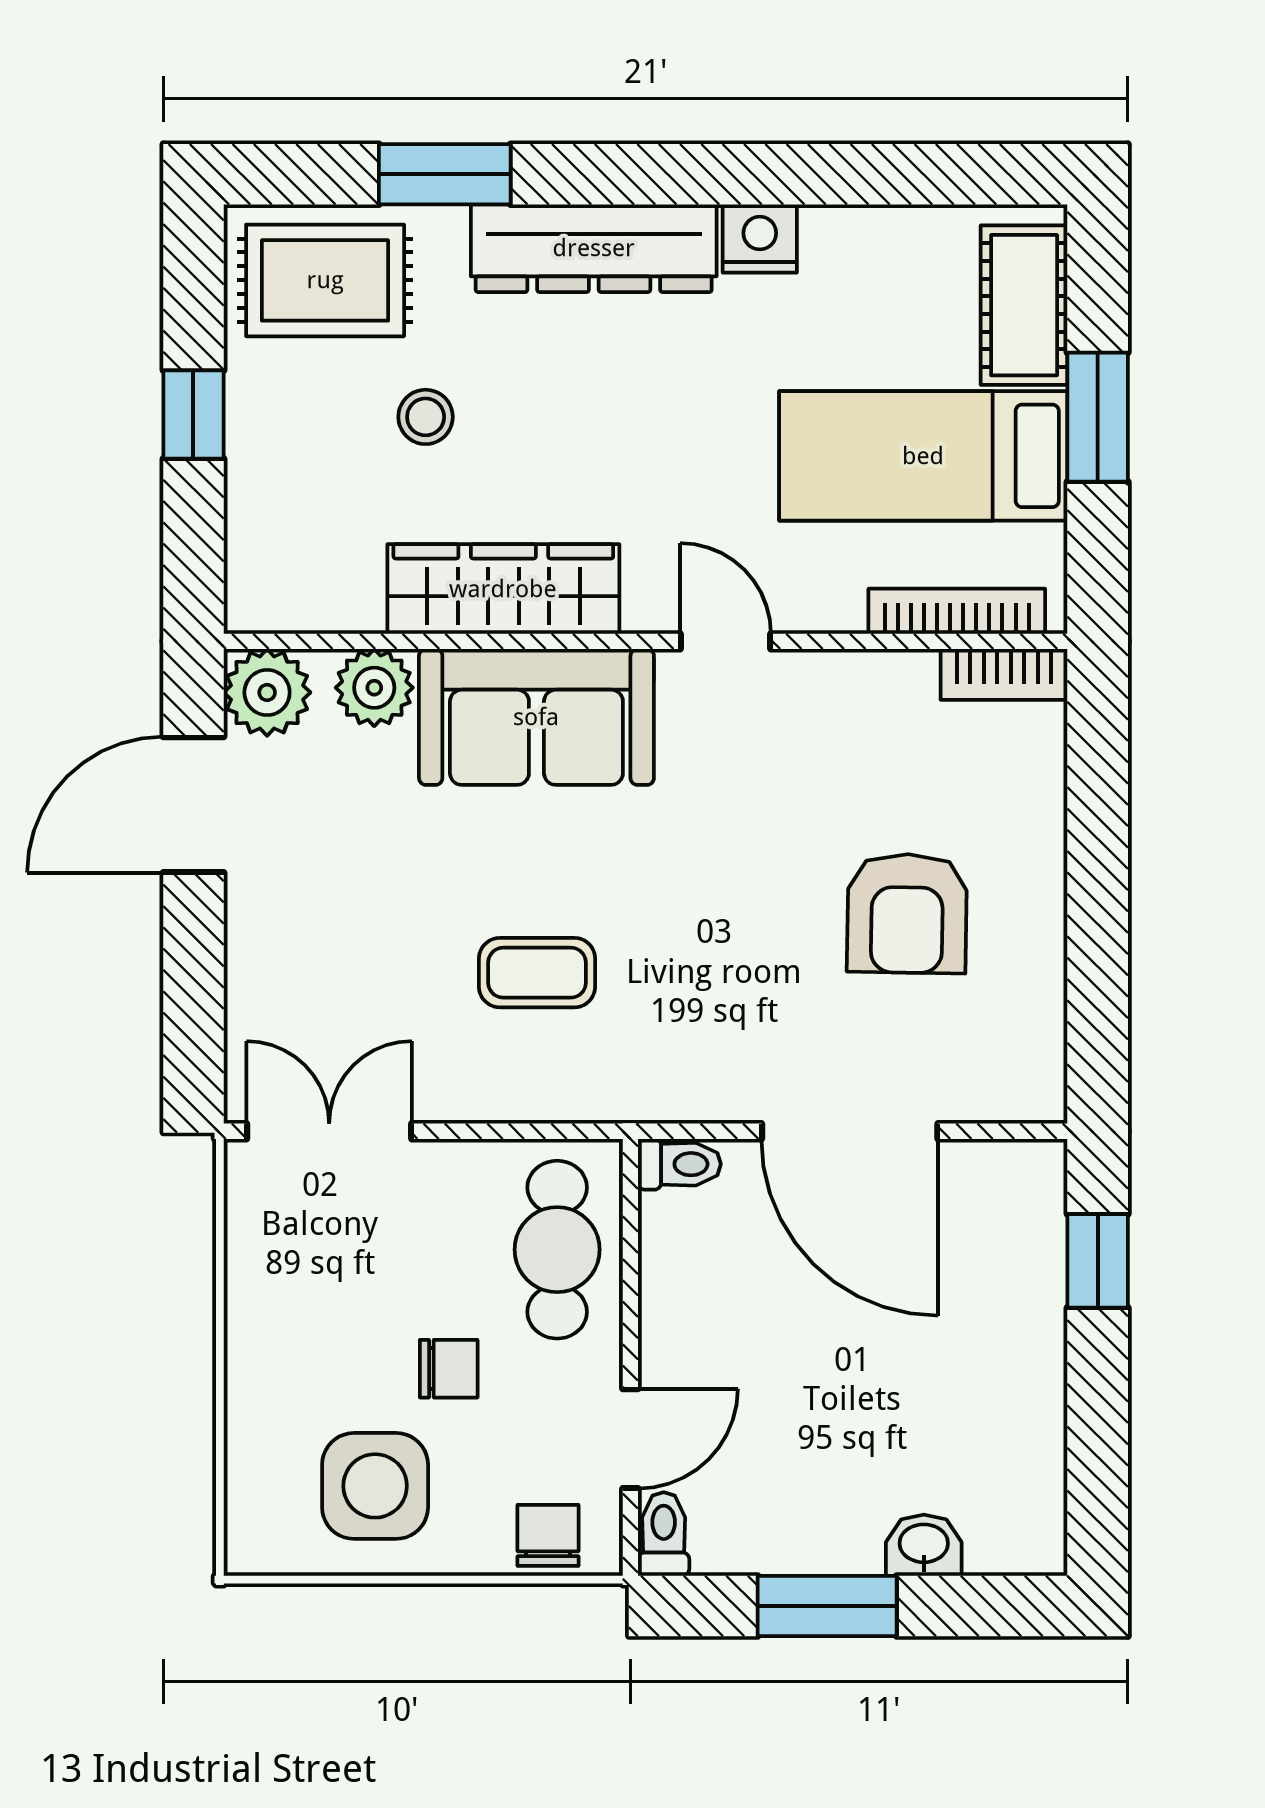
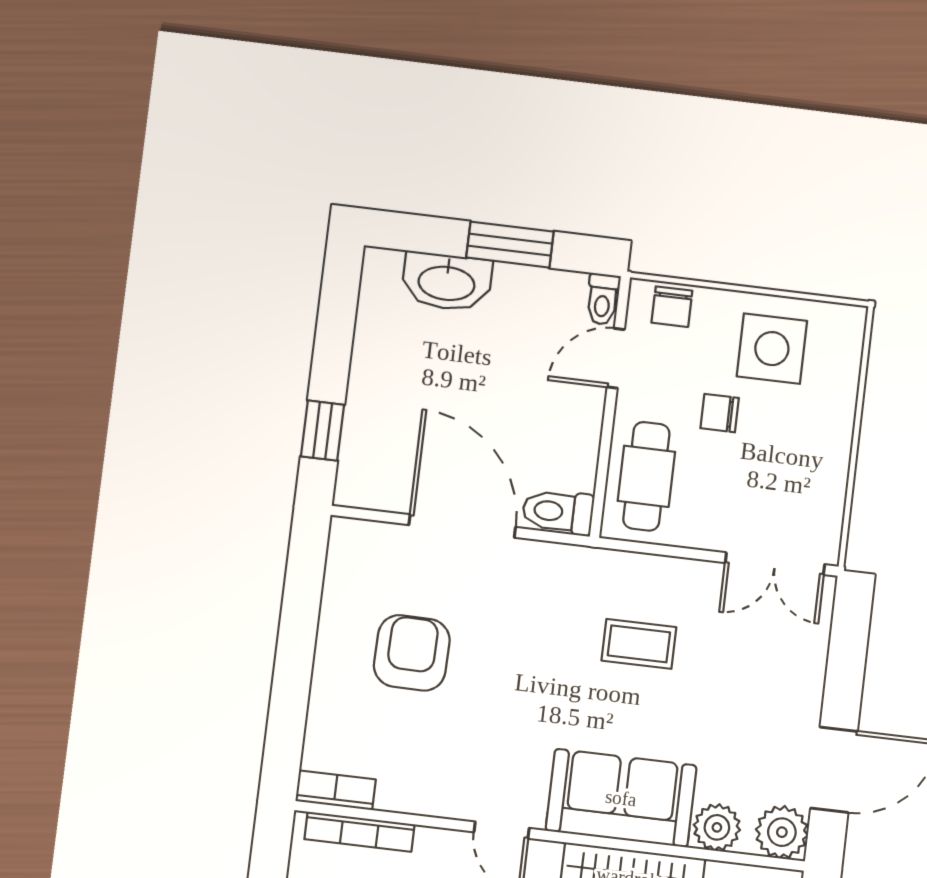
toilet: (679, 1164) -> (558, 512), width x1.37, depth x1.39
washbasin: (924, 1545) -> (447, 282), width x1.91, depth x1.45

